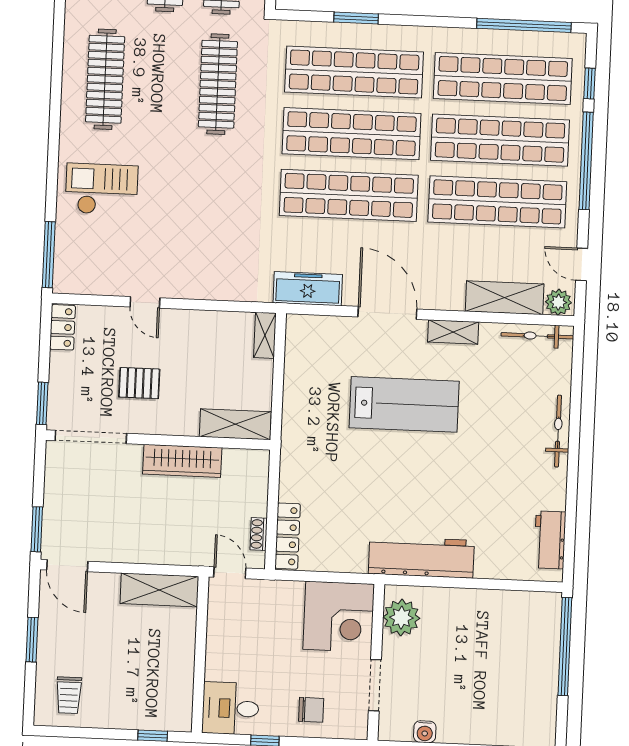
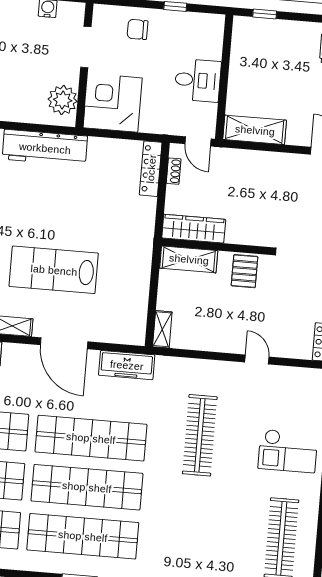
clothes rail: (218, 84) -> (200, 435), moved
pallet: (139, 383) -> (245, 271), moved, turned 90
wardrobe: (182, 461) -> (194, 229), moved
desk: (231, 708) -> (198, 80), moved

